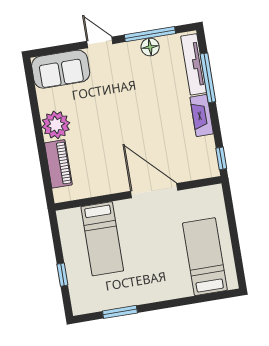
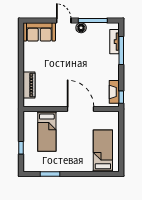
floor lamp: (150, 47) -> (81, 28), moved
tv unit: (194, 64) -> (115, 42), width x0.71
fireplace: (202, 115) -> (114, 92), moved
plant: (56, 125) -> (31, 63), removed

